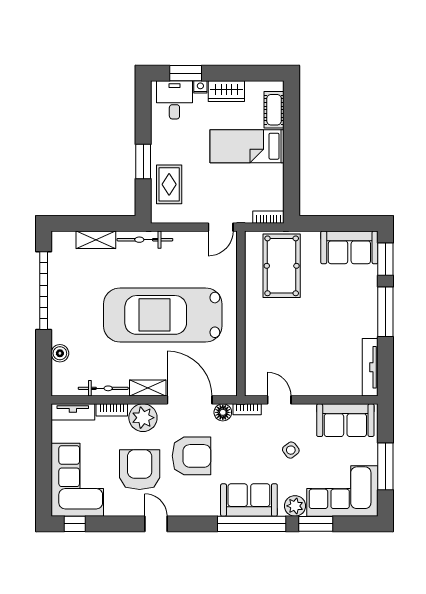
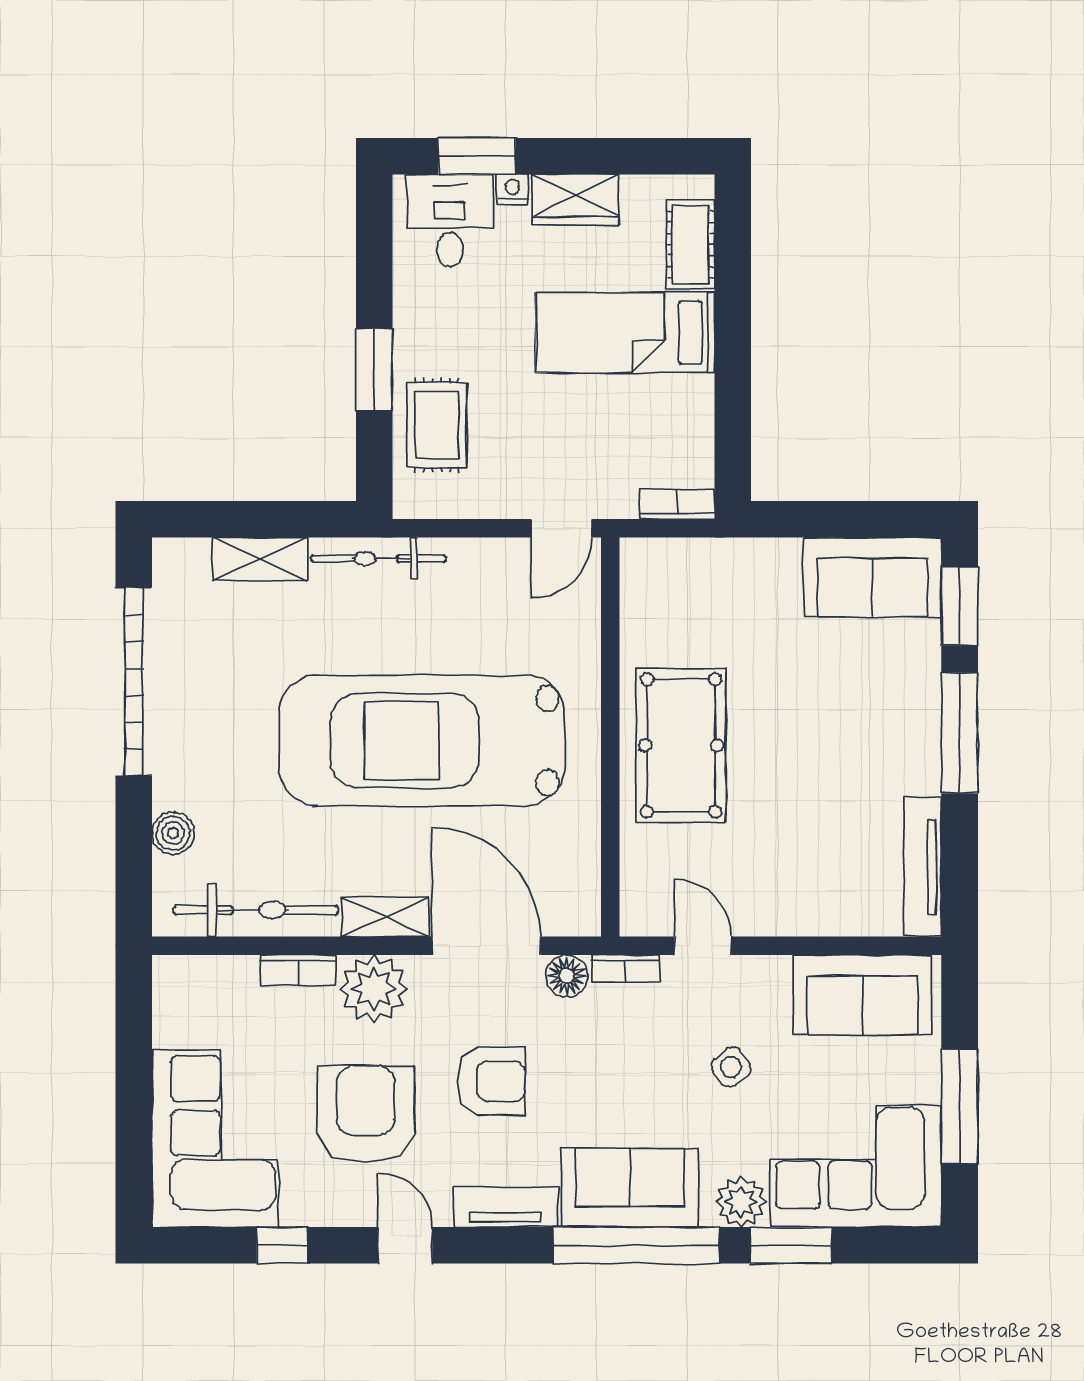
pool table: (282, 266) -> (681, 745), moved
bicycle: (103, 388) -> (256, 910), width x1.37, depth x1.40
tv unit: (73, 412) -> (506, 1207), moved, turned 180
armchair: (192, 456) -> (491, 1081), width x0.73, depth x0.73
window: (75, 524) -> (282, 1245), moved

